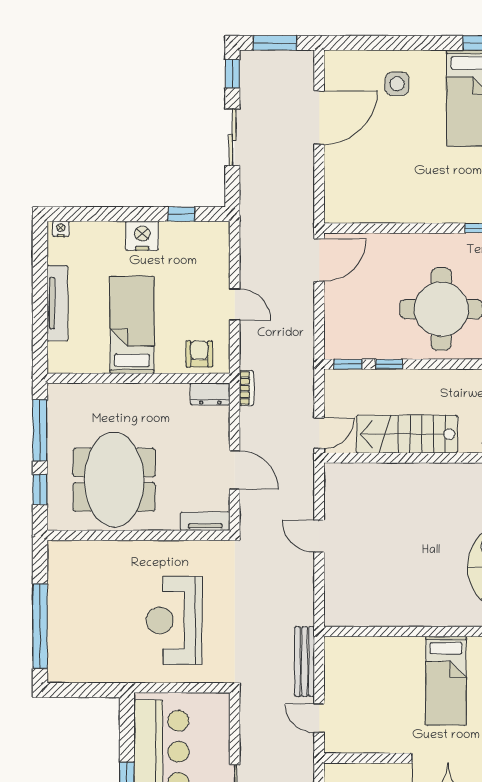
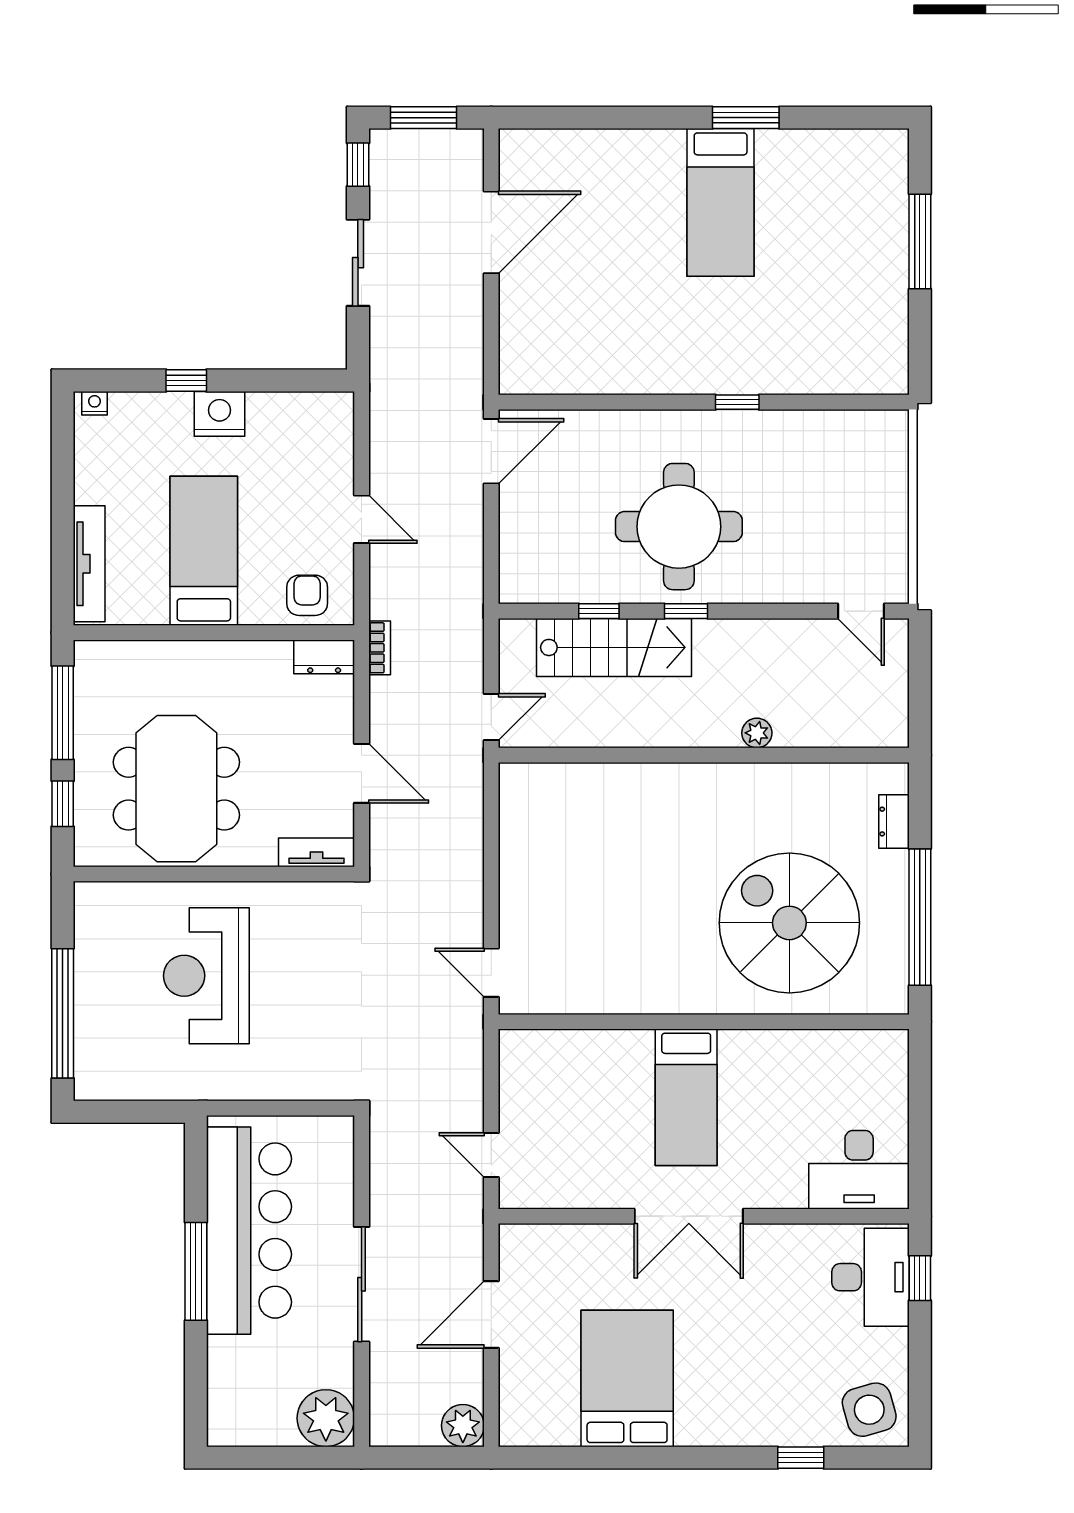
side table: (397, 84) -> (611, 180), removed
window: (181, 214) -> (186, 381), moved
tv unit: (57, 303) -> (89, 564), moved
window: (348, 364) -> (686, 611), moved
stairs: (407, 434) -> (614, 647), moved, turned 180
door: (319, 536) -> (491, 973), moved
reception desk: (174, 620) -> (206, 976), moved
bench: (305, 661) -> (469, 1068), removed

